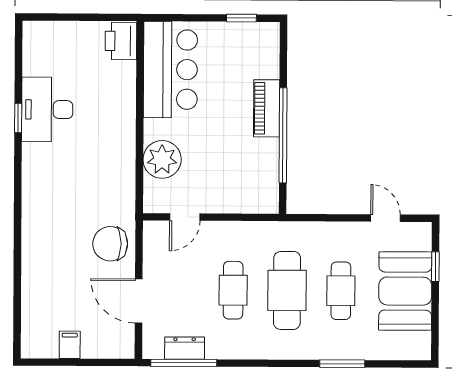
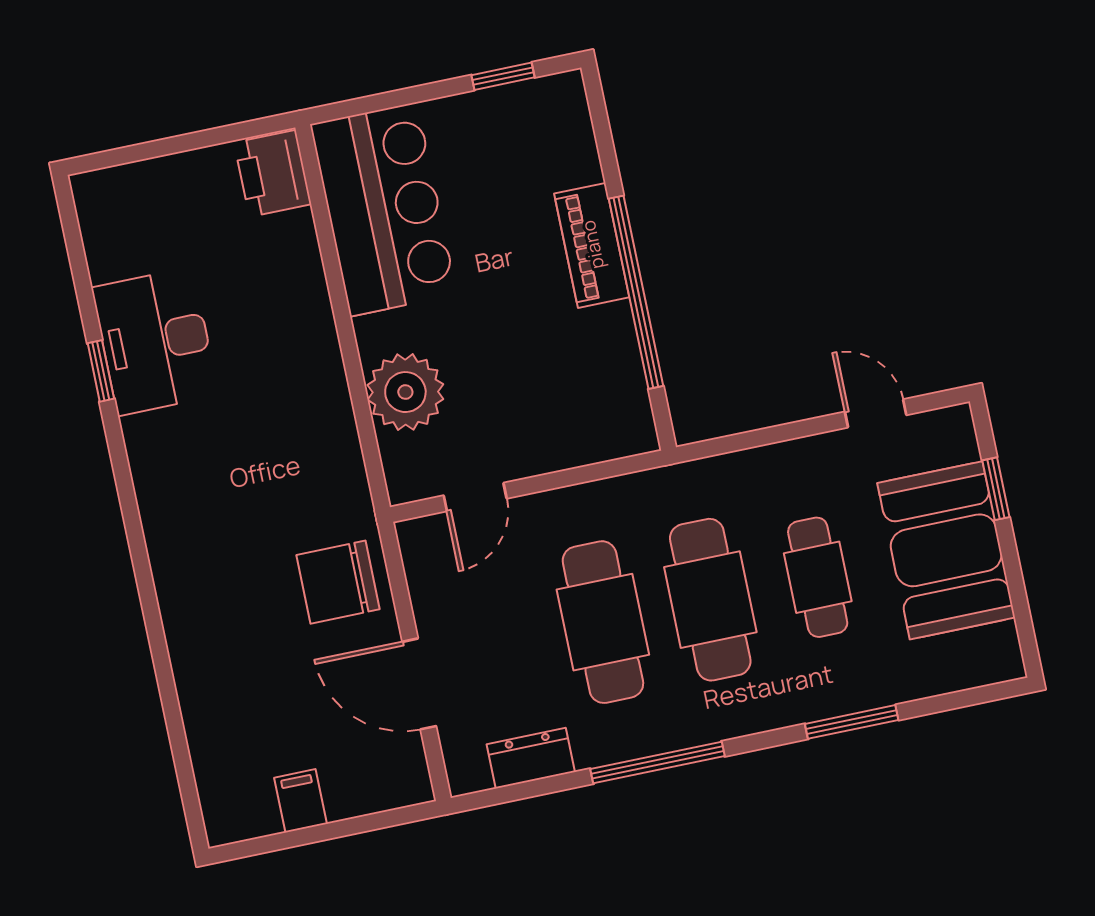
cafe table: (233, 290) -> (603, 622), width x1.37, depth x1.35
window: (184, 363) -> (657, 763), moved

